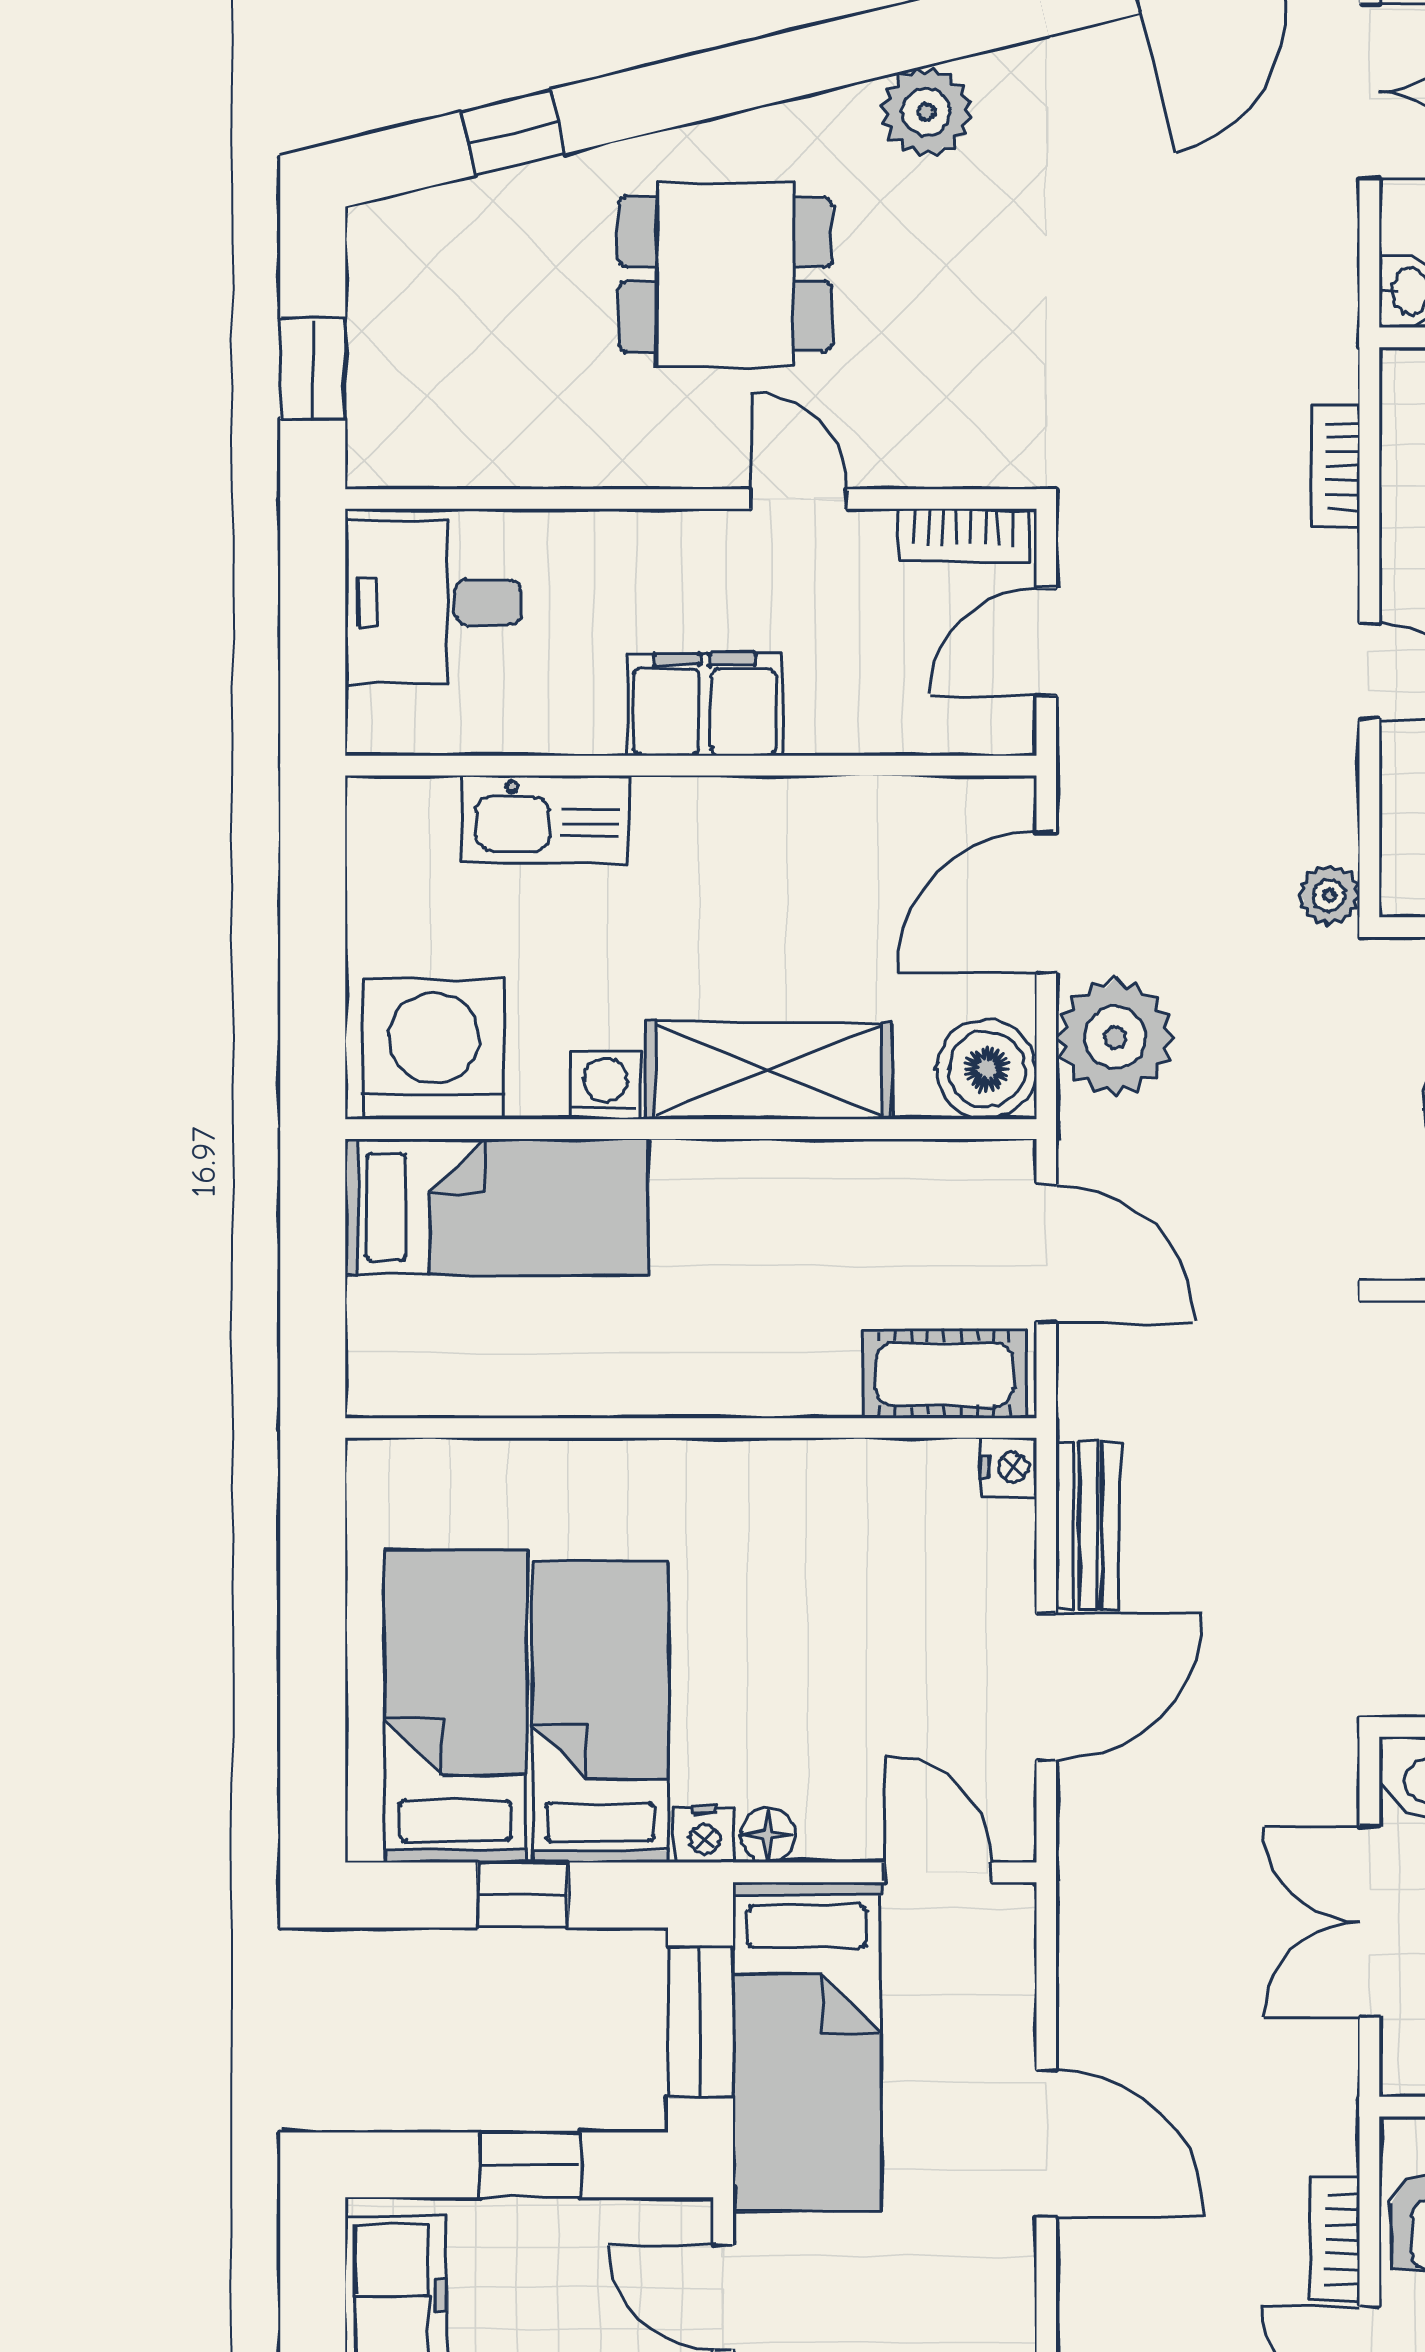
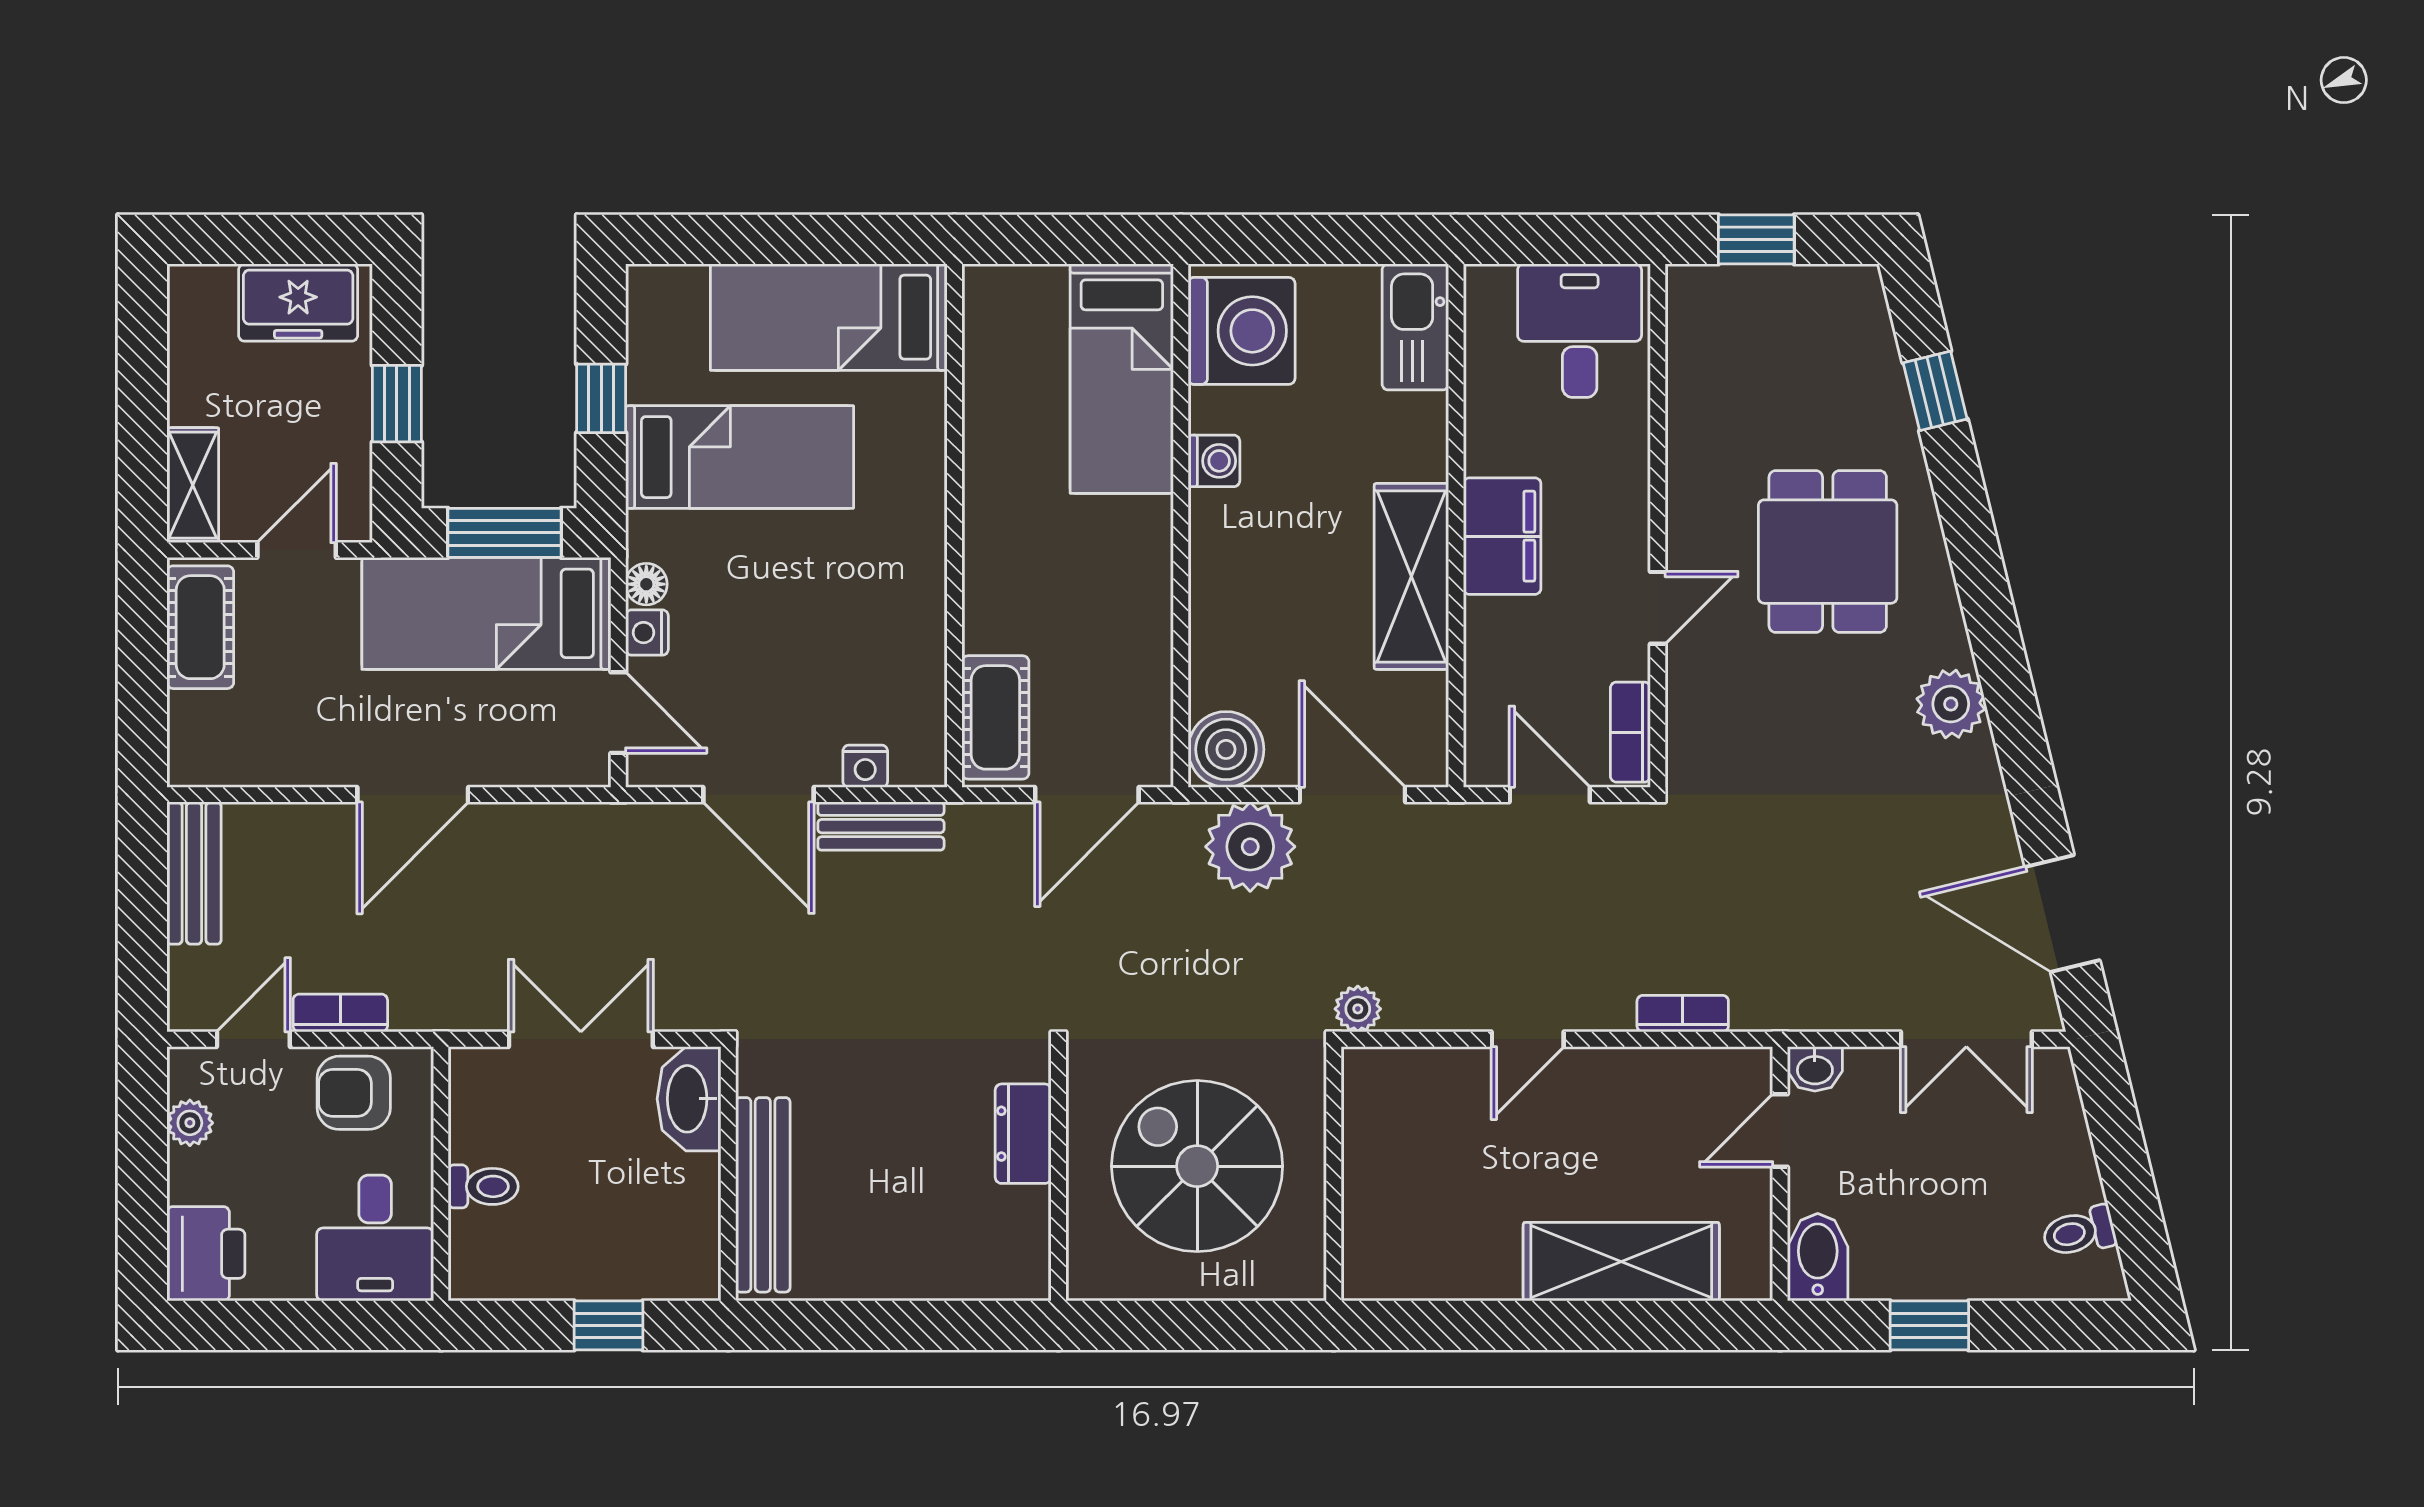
kitchen sink: (545, 819) -> (1415, 327), moved
shelving: (769, 1070) -> (1411, 576), moved
nightstand: (1009, 1467) -> (865, 766), moved
bed: (456, 1706) -> (829, 317), moved, turned 180
nightstand: (704, 1834) -> (647, 633), moved
door: (938, 1872) -> (618, 713), hinge flipped

